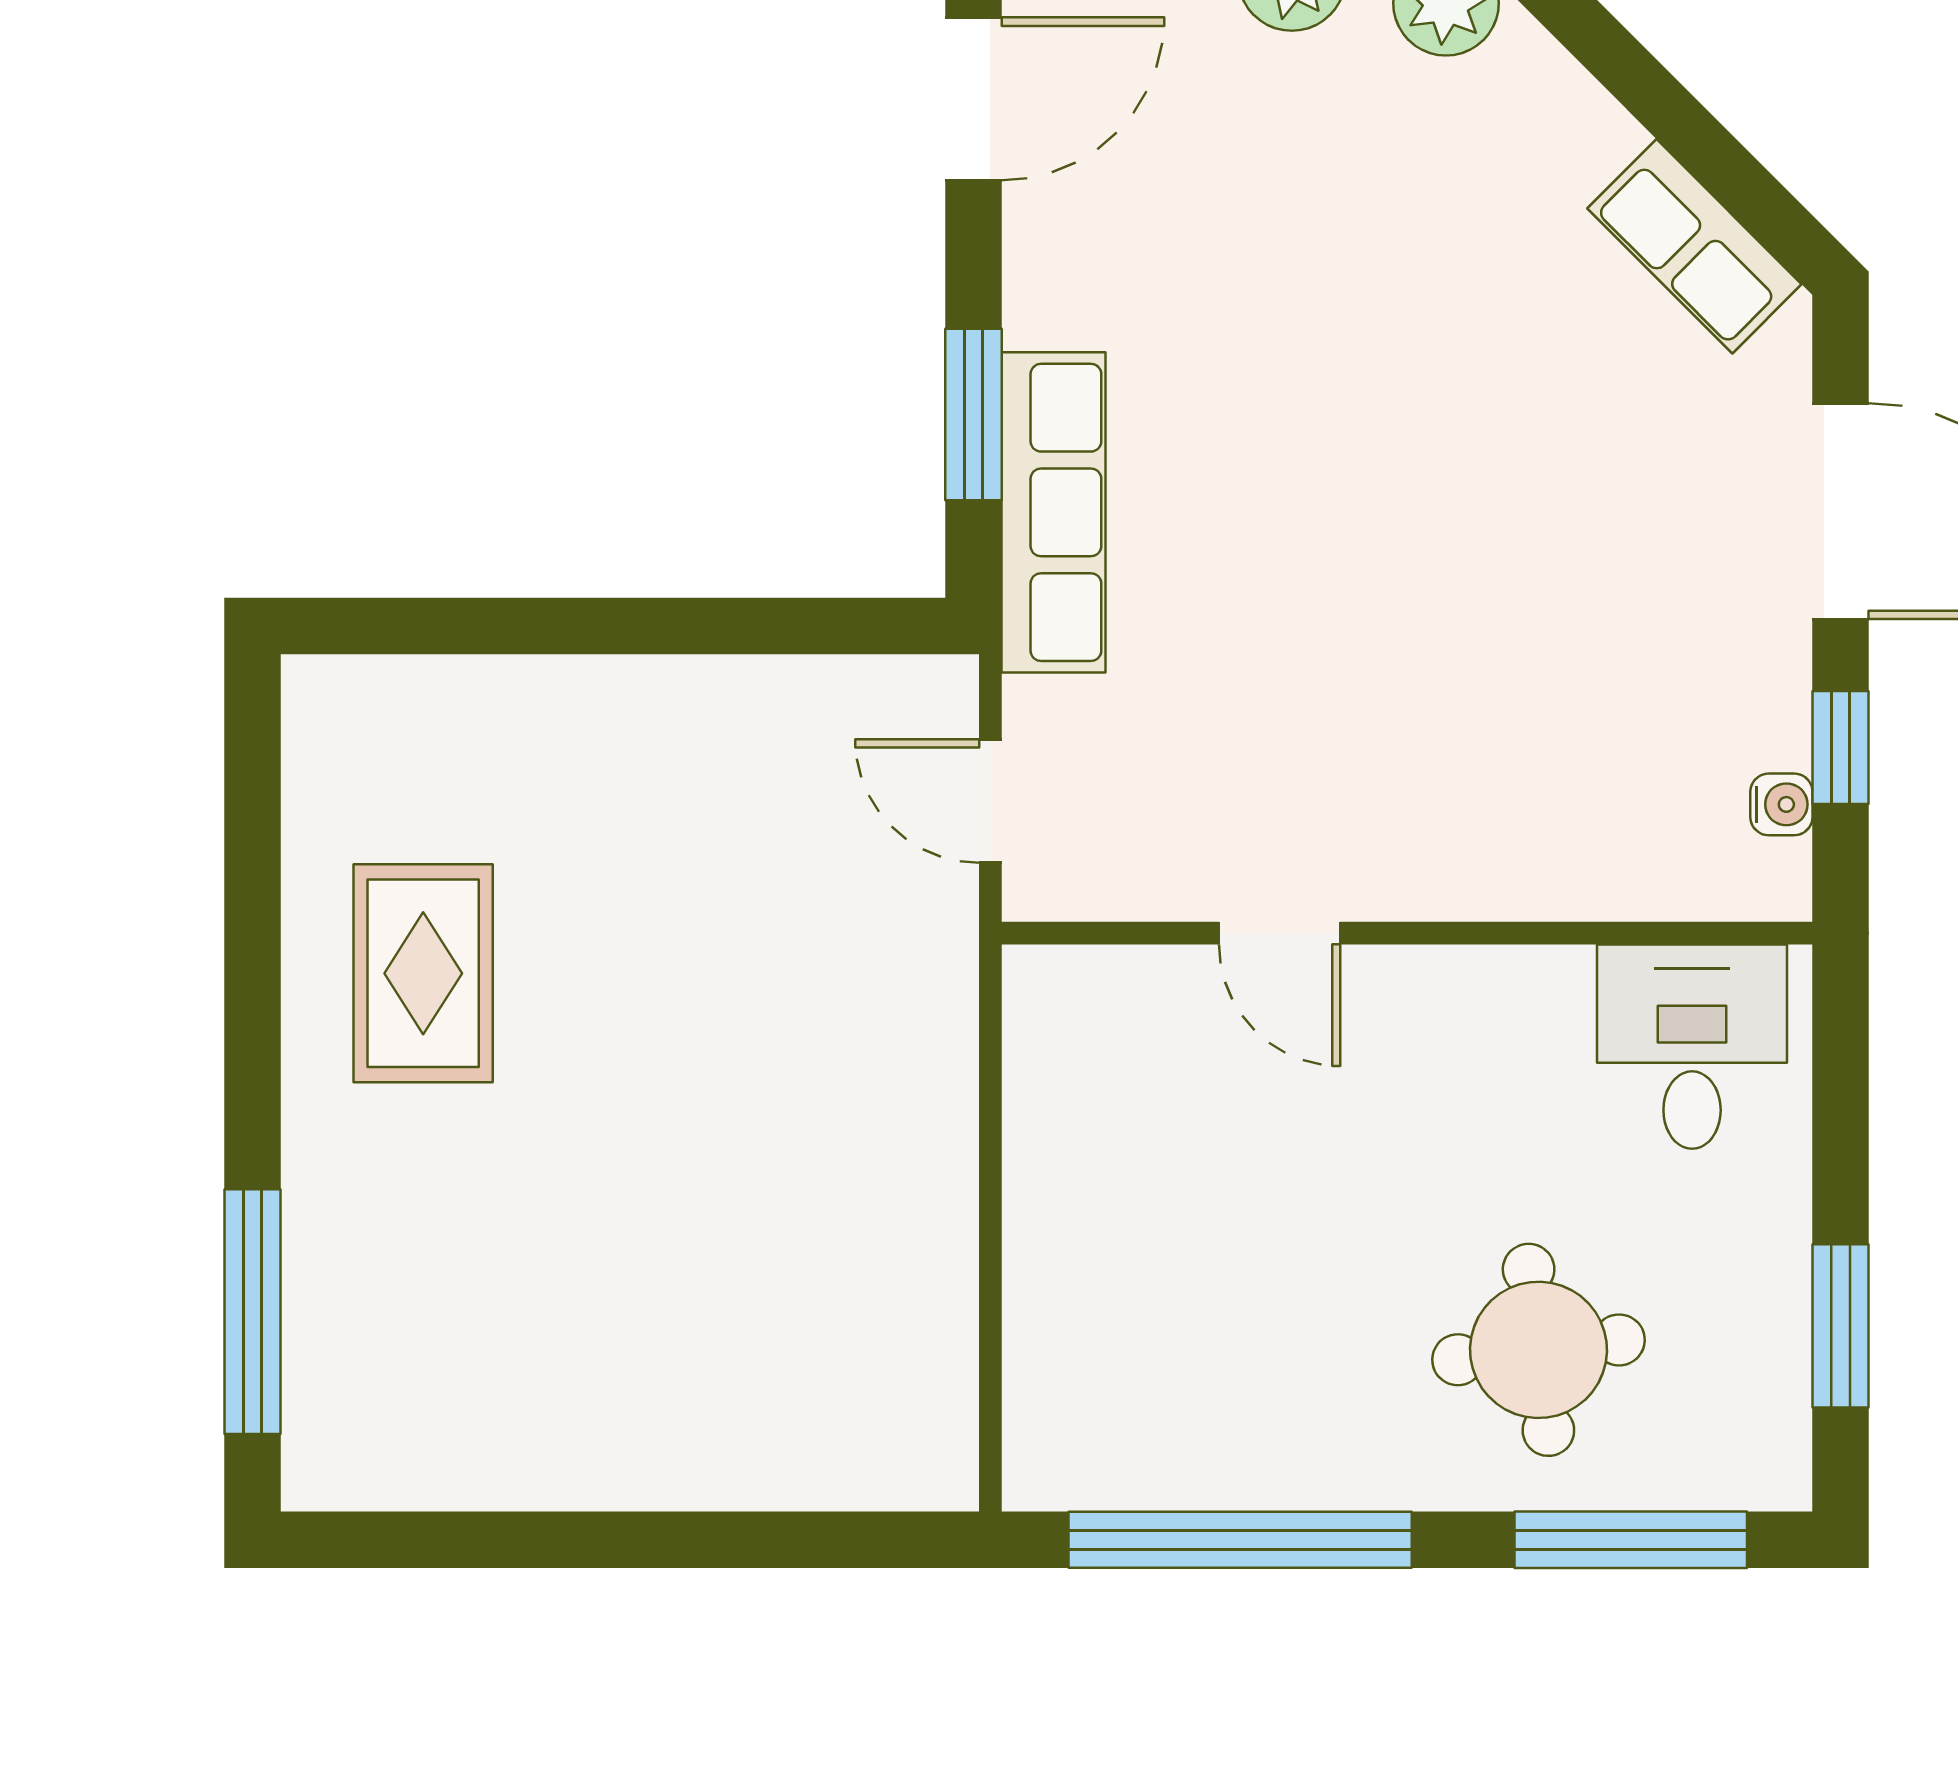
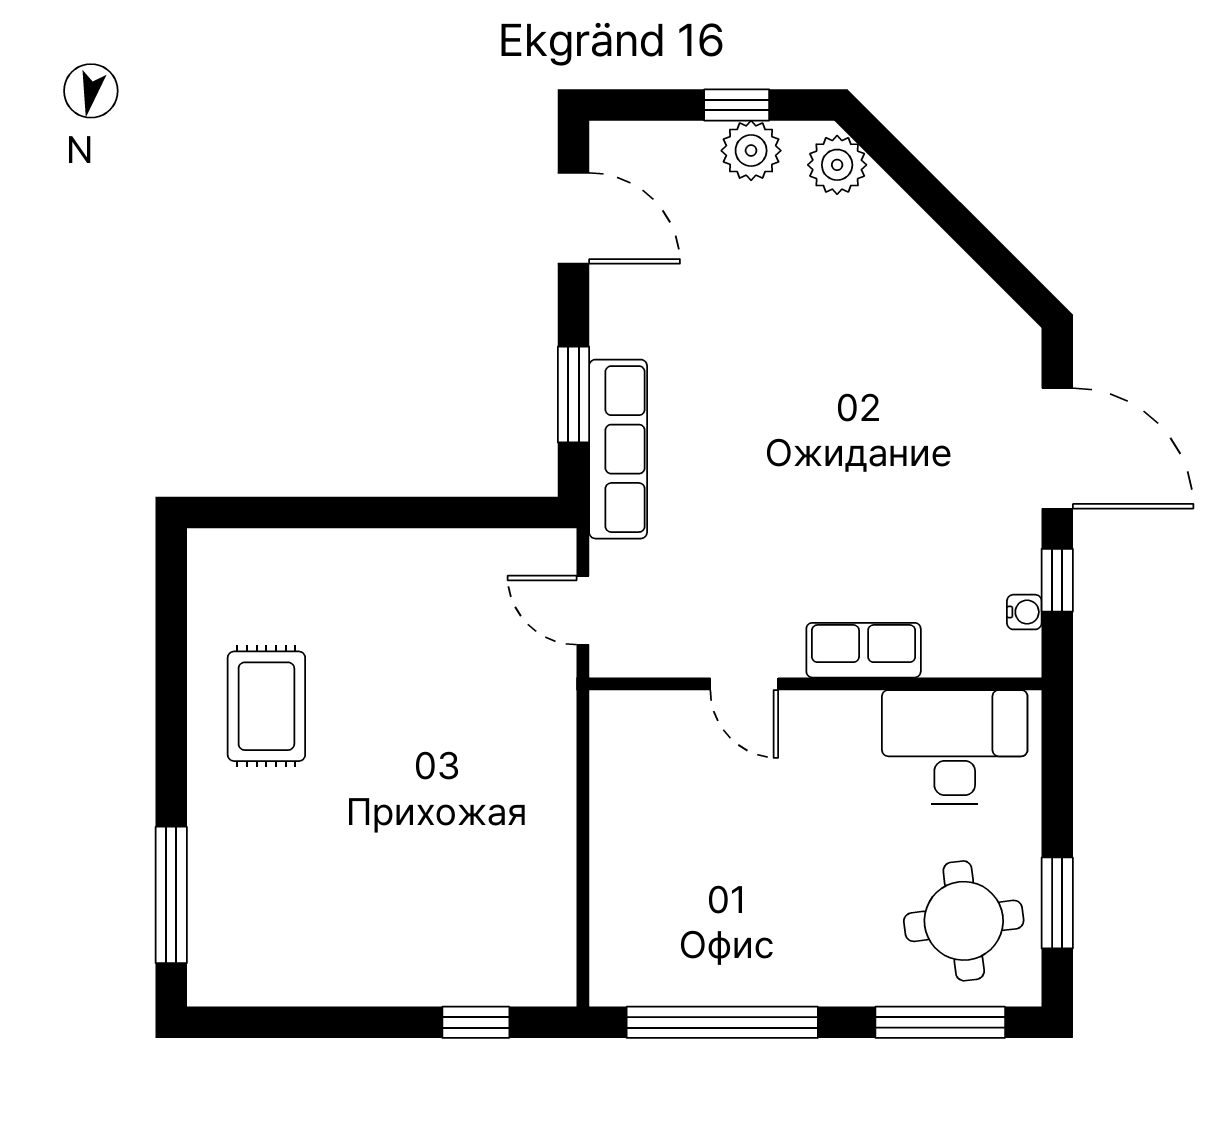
door: (974, 99) -> (573, 218), hinge flipped
row of seats: (1694, 246) -> (864, 650), moved, turned 135
desk: (1692, 1047) -> (955, 747), width x1.37
round table: (1538, 1350) -> (964, 921), moved
window: (798, 1540) -> (476, 1022), added

